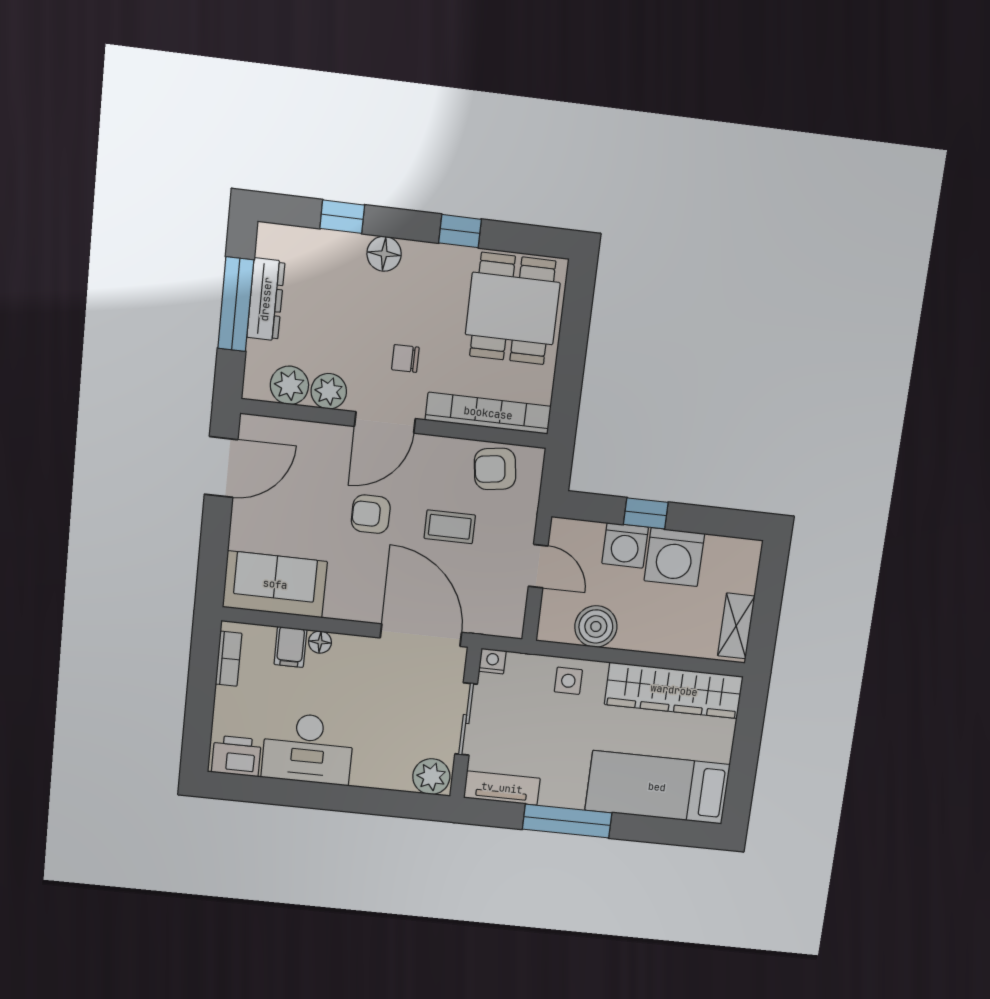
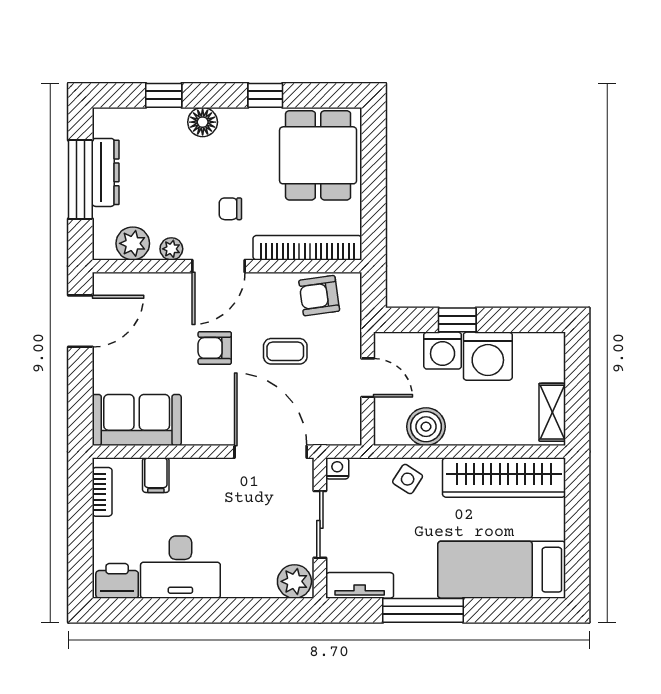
plant: (329, 391) -> (171, 249), width x0.73, depth x0.73
floor lamp: (320, 642) -> (182, 468), removed
side table: (568, 681) -> (408, 479), turned 33

